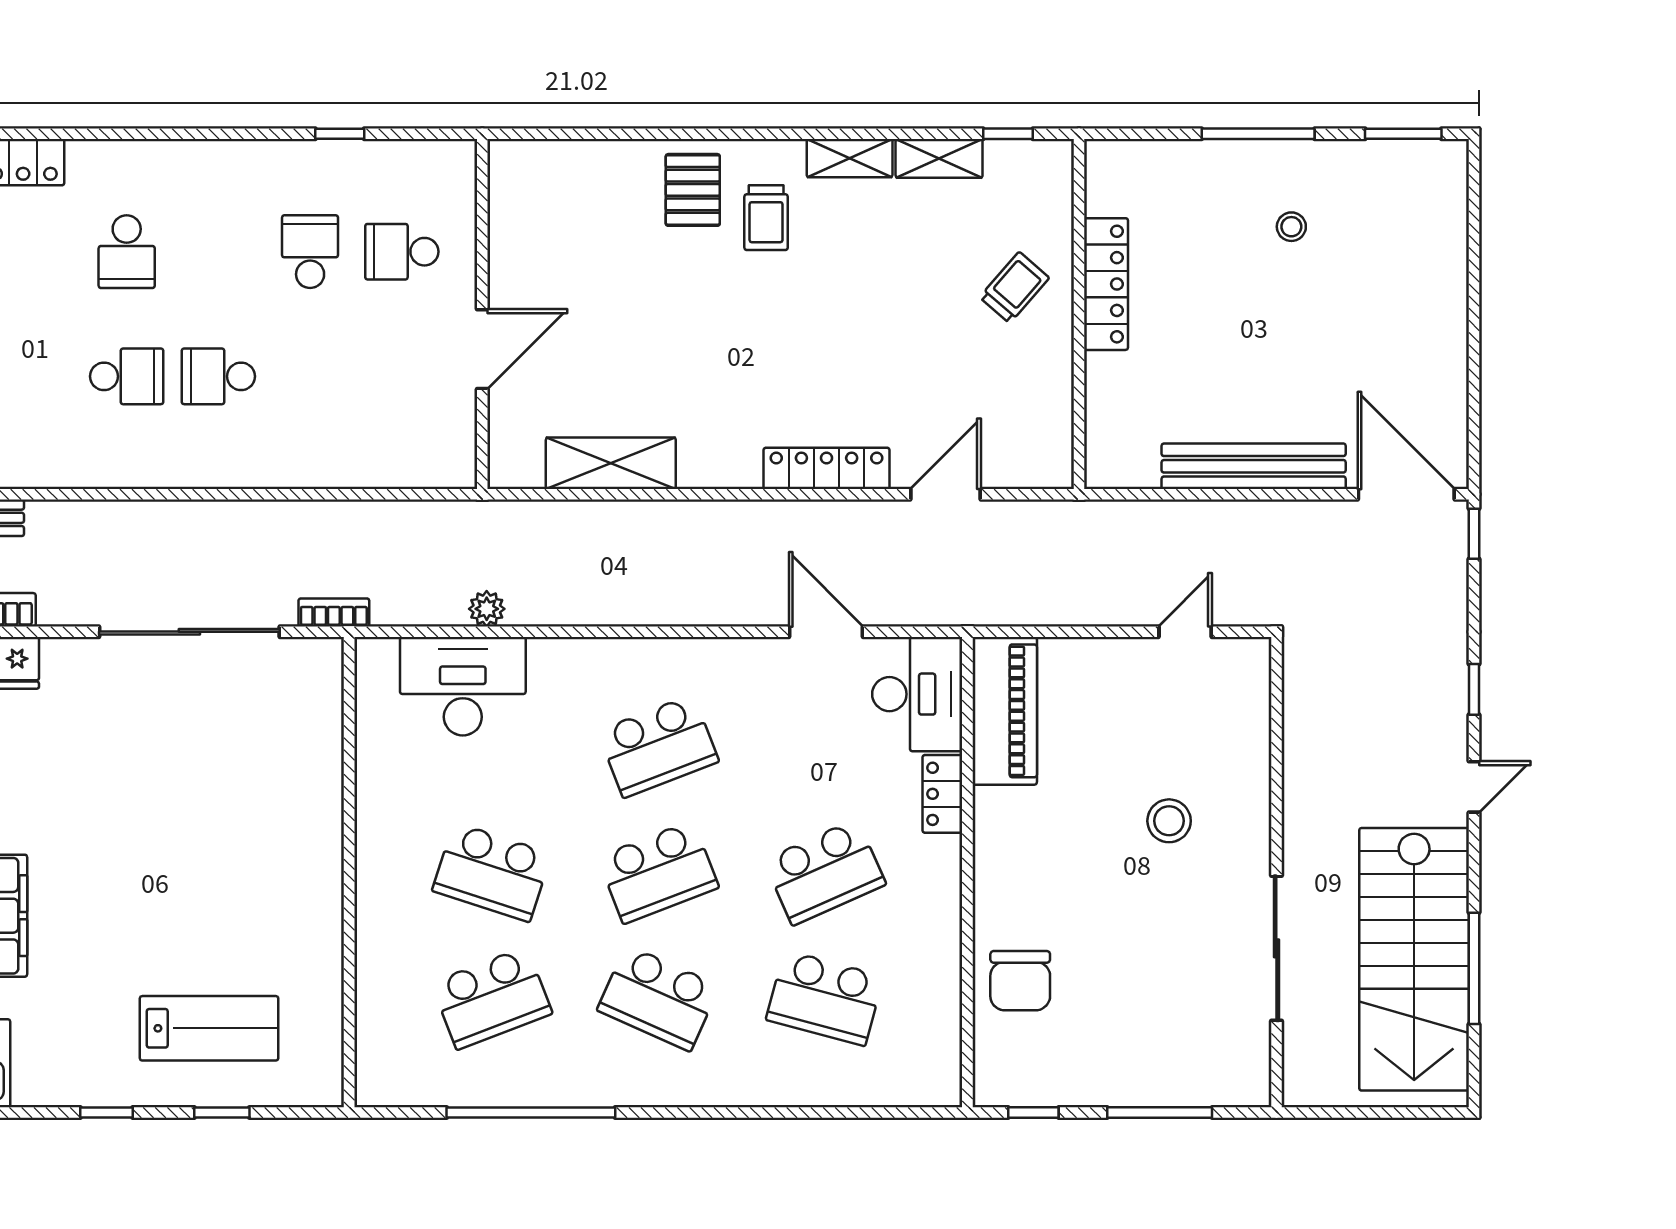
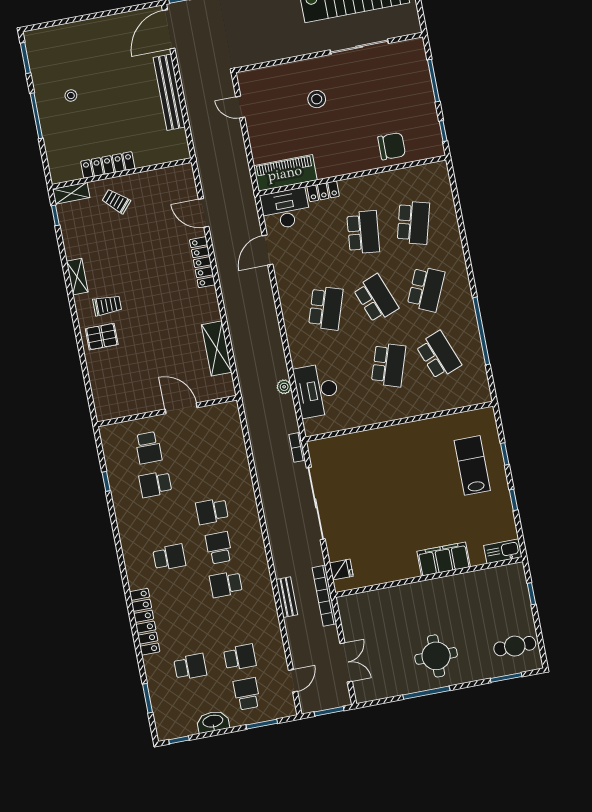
shelving: (939, 158) -> (71, 193), moved, turned 90
school desk: (35, 376) -> (226, 584), added
school desk: (218, 376) -> (212, 511), turned 90
school desk: (658, 746) -> (326, 308), turned 39
school desk: (825, 872) -> (363, 232), turned 30

